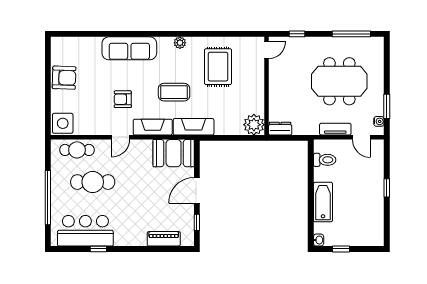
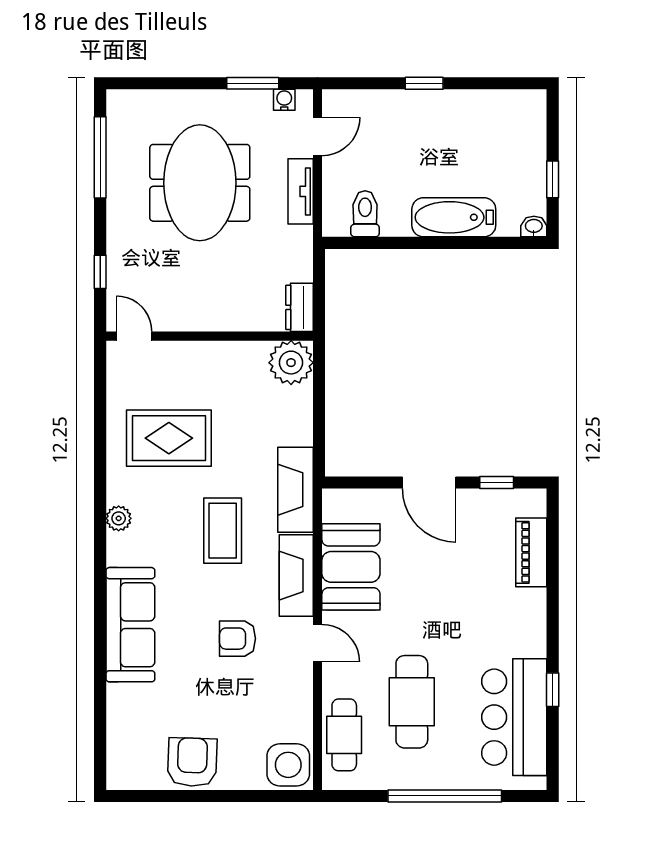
armchair: (123, 99) -> (238, 639), turned 90
booth: (174, 153) -> (351, 567), moved

